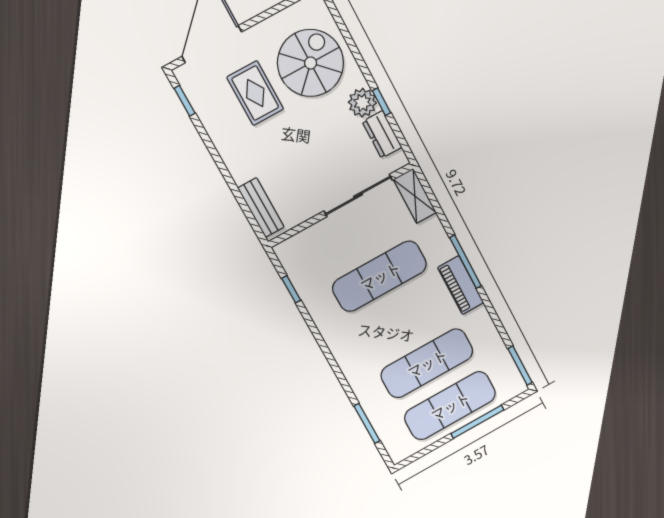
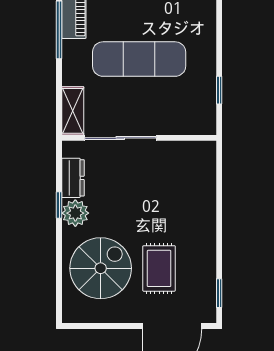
spiral stairs: (311, 63) -> (101, 268), turned 180
bench: (261, 208) -> (206, 173), removed

